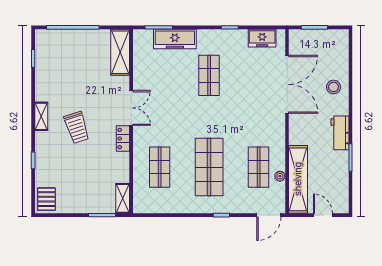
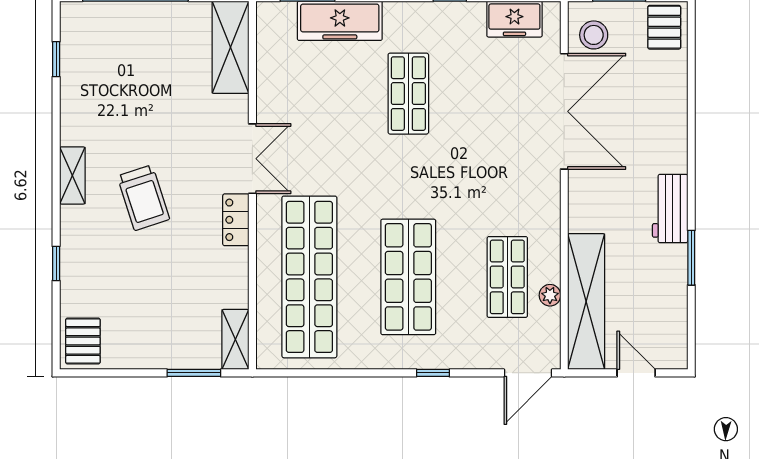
pallet: (337, 42) -> (664, 27), added
stool: (334, 87) -> (594, 35), moved
shop shelf: (160, 167) -> (309, 277), width x2.00, depth x1.36

